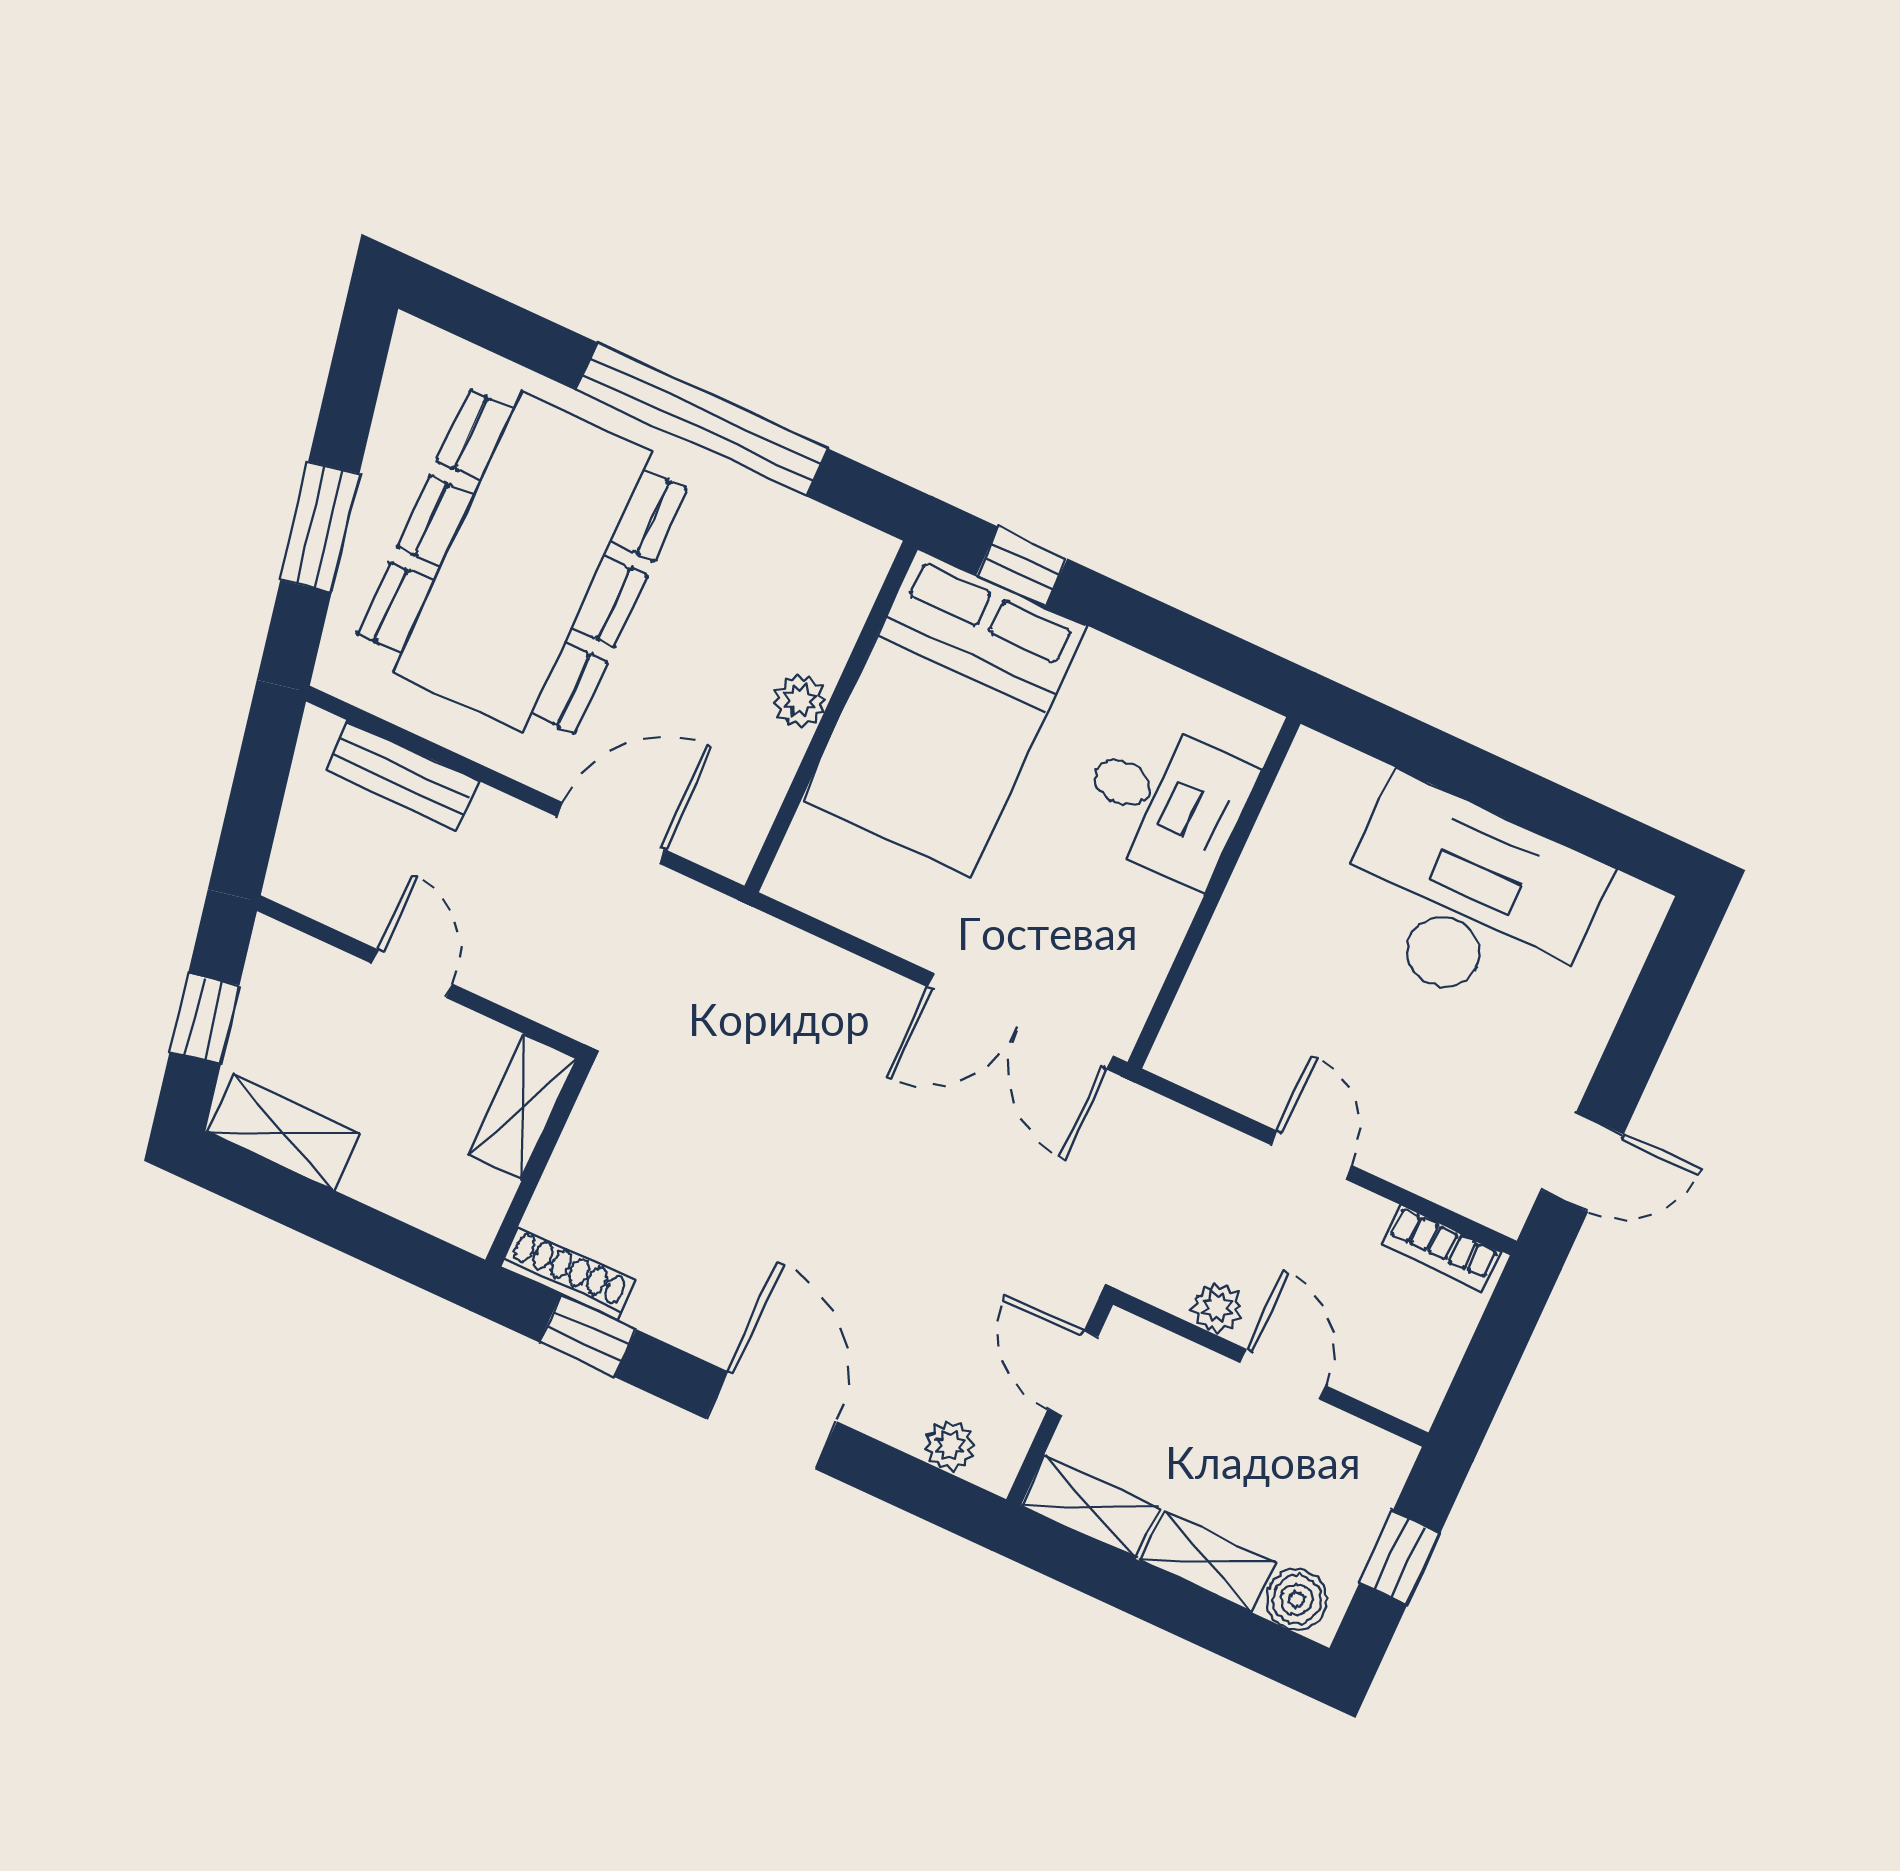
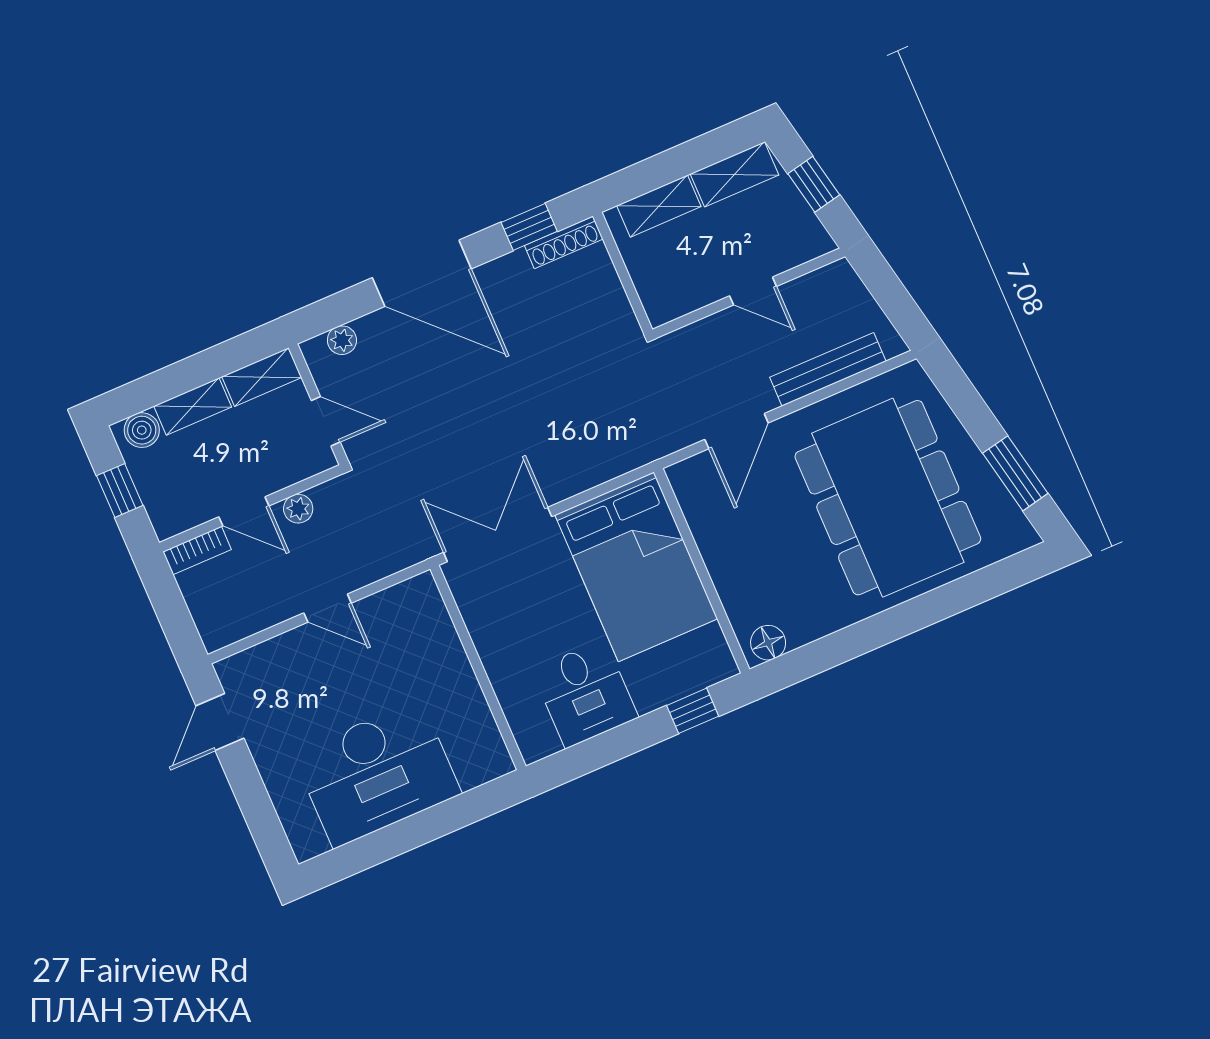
window: (702, 419) -> (880, 630), removed
window: (320, 527) -> (1015, 473), moved
floor lamp: (847, 548) -> (768, 643), added
plant: (800, 701) -> (720, 563), removed
bed: (944, 712) -> (636, 567), moved, turned 180
bench: (403, 776) -> (828, 369), width x1.36
desk: (1165, 802) -> (585, 694), moved, turned -90
shelving: (523, 1106) -> (659, 206), moved, turned 90
bookcase: (1441, 1248) -> (197, 551), moved, turned 180
door: (771, 1420) -> (422, 273), width x1.36

